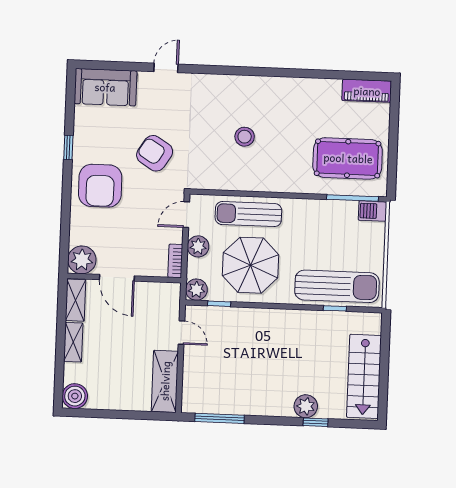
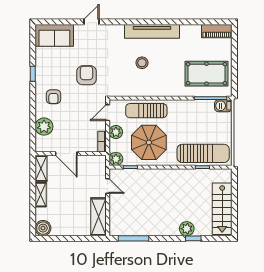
tv unit: (263, 87) -> (152, 31), added
armchair: (155, 153) -> (87, 75), turned 58
armchair: (100, 186) -> (53, 97), width x0.53, depth x0.53
plant: (82, 260) -> (44, 127), moved

